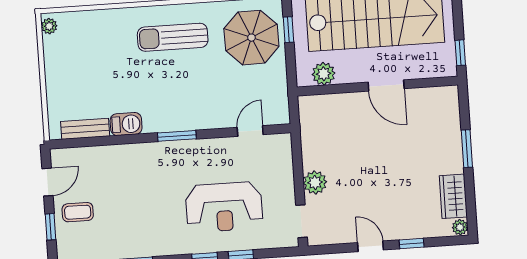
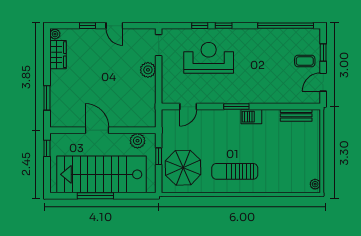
window: (288, 30) -> (159, 156), moved
sun lounger: (173, 37) -> (235, 171), turned 180
barbecue: (126, 124) -> (251, 117), moved
window: (467, 149) -> (47, 98), moved

